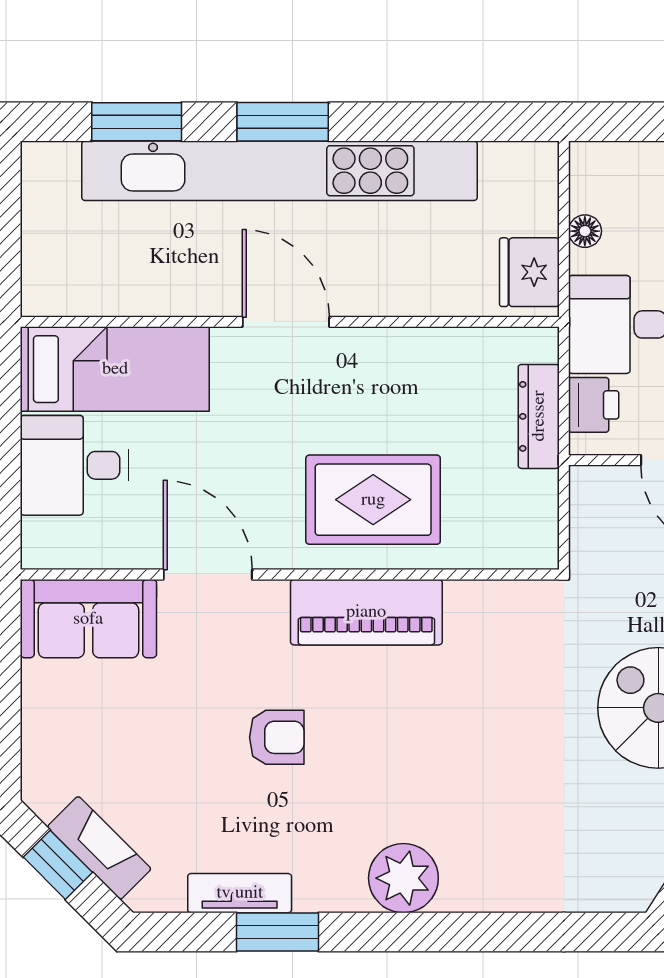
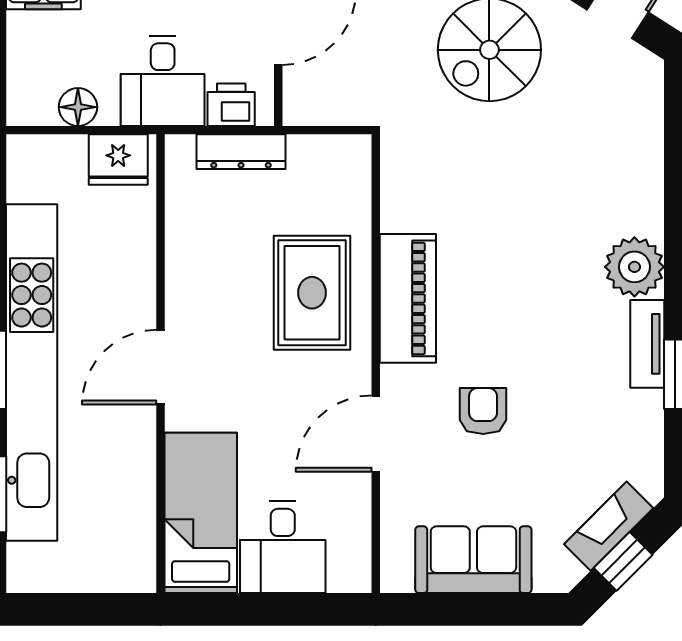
floor lamp: (585, 231) -> (78, 107), width x1.37, depth x1.37
sofa: (88, 619) -> (473, 560), moved, turned -90
armchair: (277, 737) -> (483, 411), moved
tv unit: (240, 893) -> (647, 344), moved

